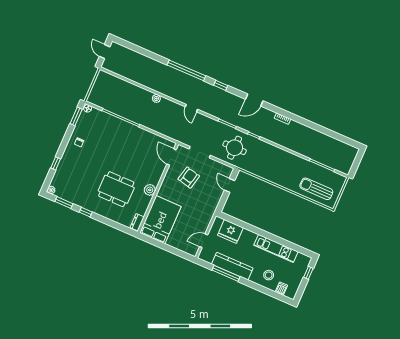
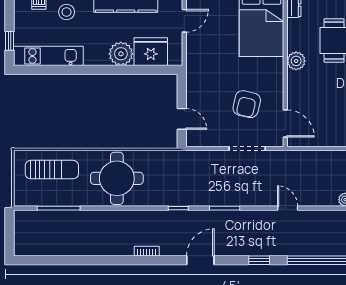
round table: (235, 148) -> (117, 178), moved, width x1.36, depth x1.36
plant: (248, 238) -> (121, 54), added
kitchen unit: (276, 248) -> (48, 56), moved

